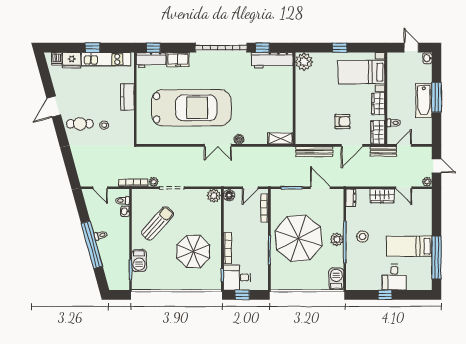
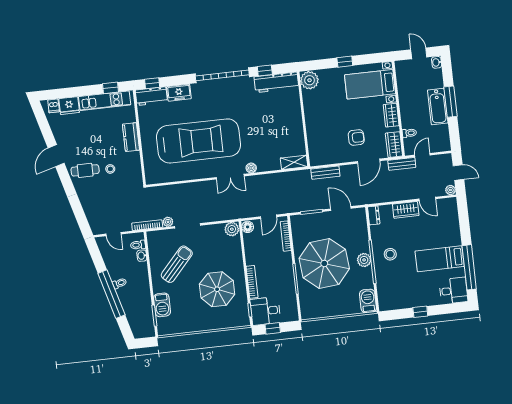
window: (92, 48) -> (111, 88), moved
bench: (314, 152) -> (325, 173), width x0.73
desk: (394, 277) -> (453, 291), moved, turned -90

